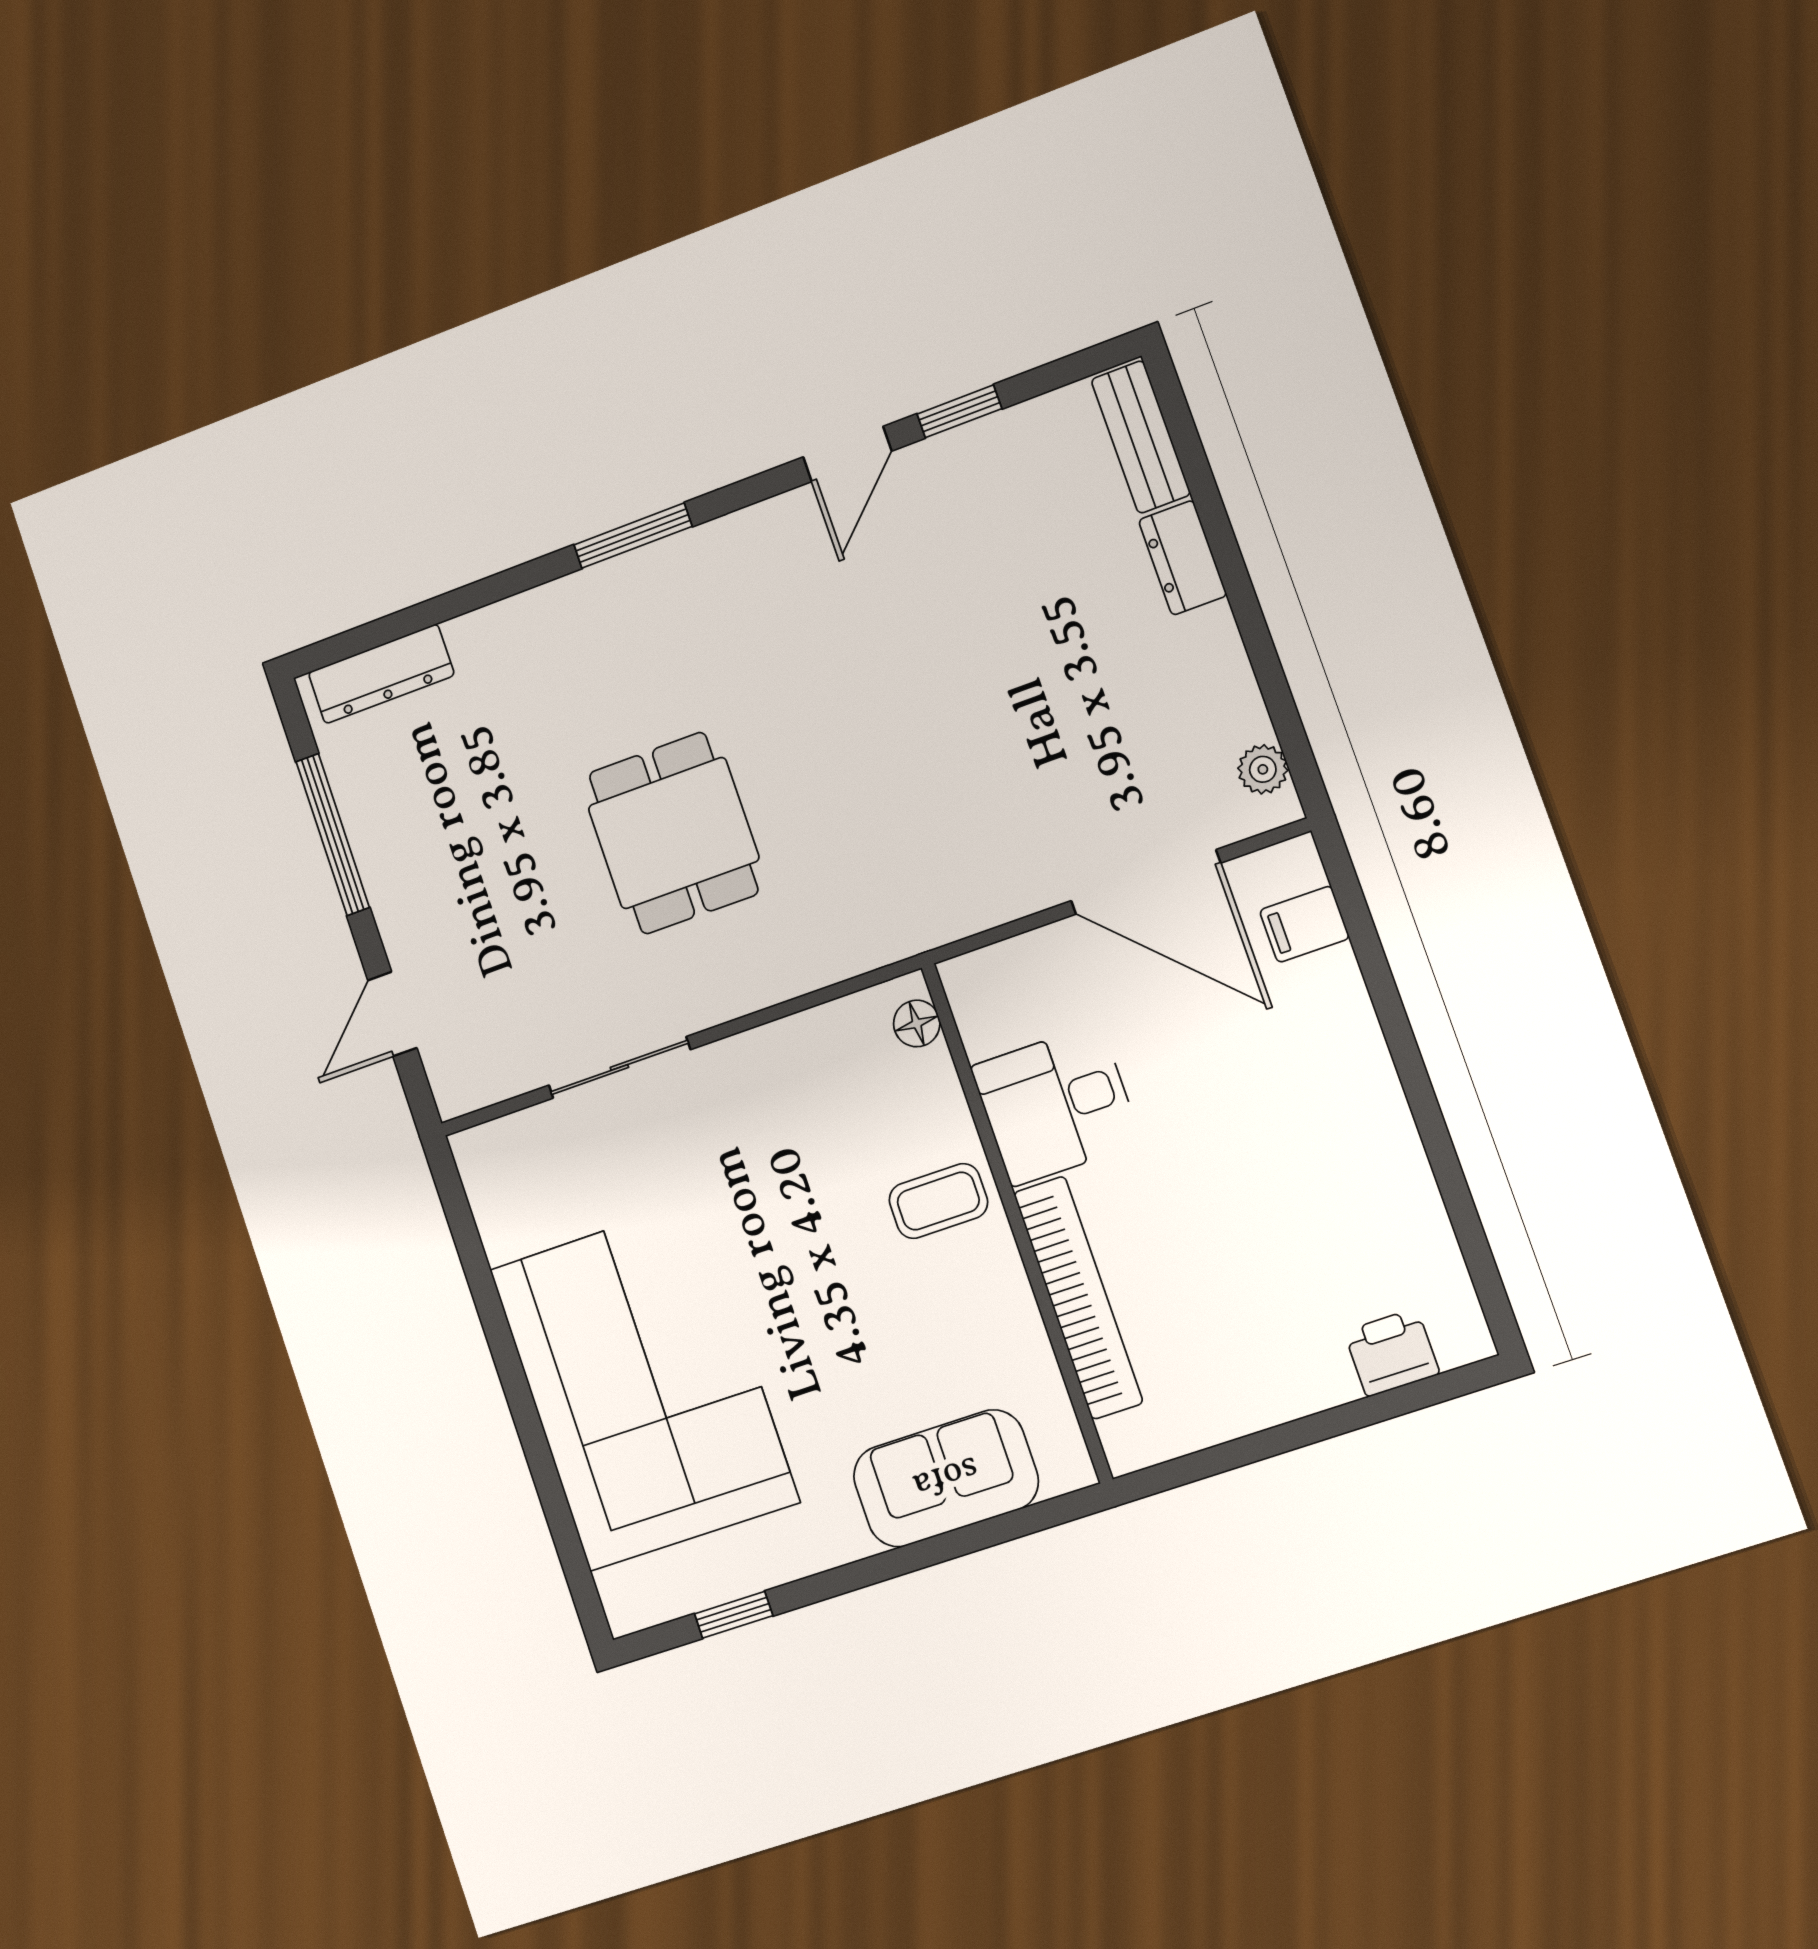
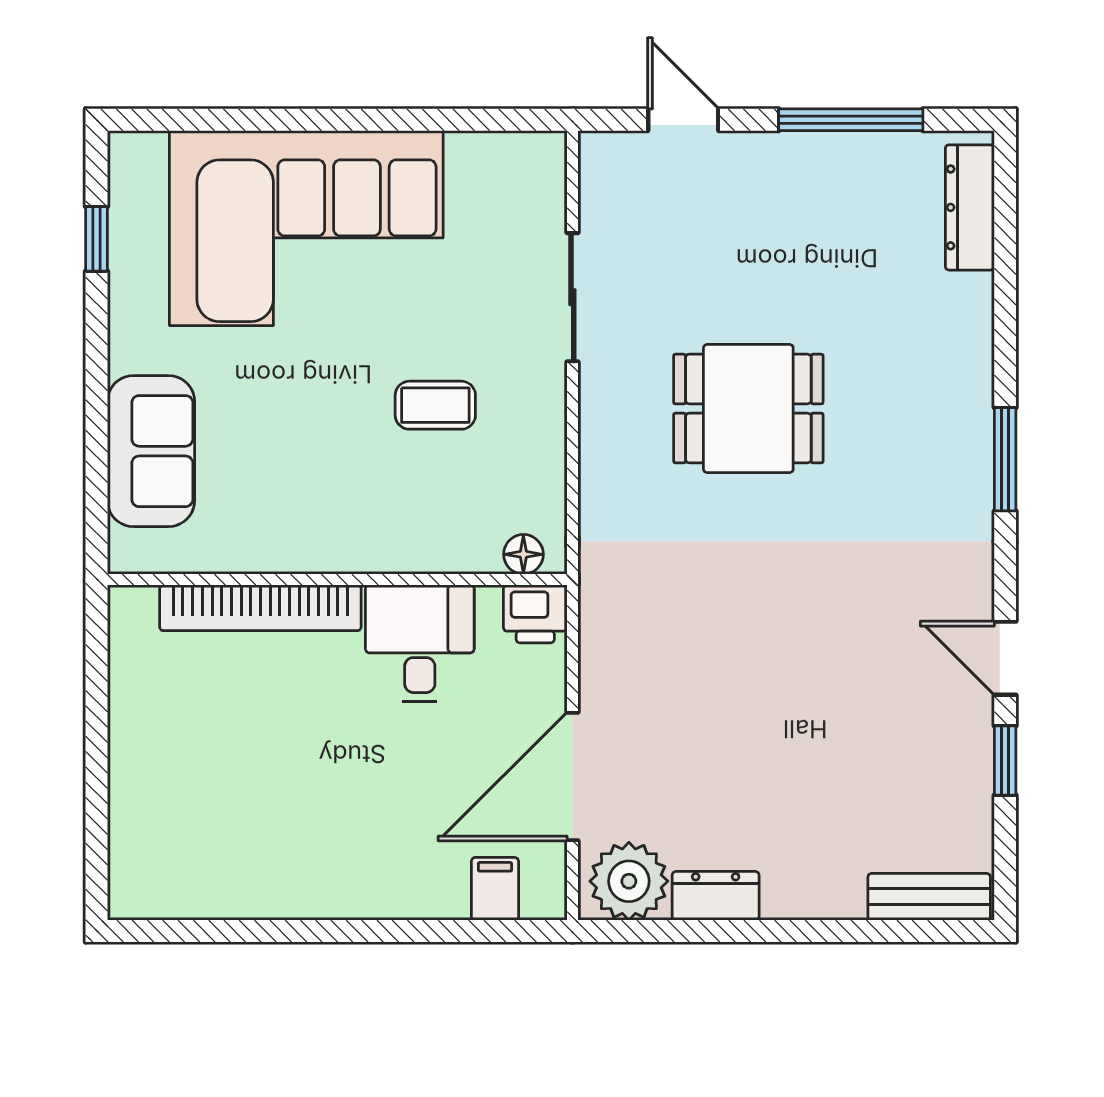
dresser: (1183, 558) -> (716, 896), moved
plant: (1263, 769) -> (629, 881), width x1.87, depth x1.87
coffee table: (938, 1201) -> (435, 405), moved, turned 90
printer: (1392, 1353) -> (535, 614), moved, turned 90

